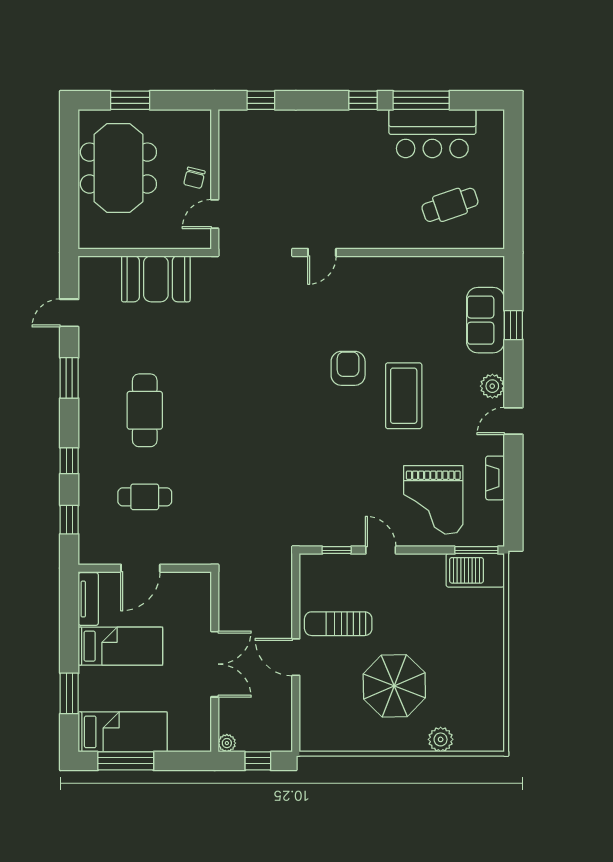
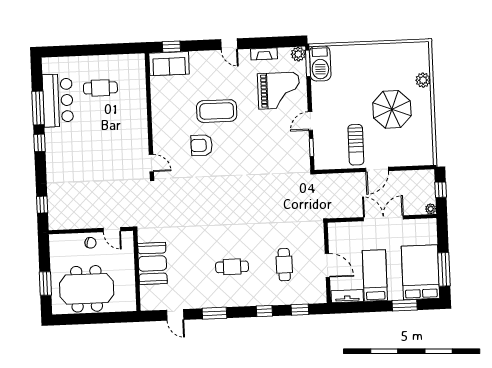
cafe table: (450, 205) -> (100, 88), turned -71
door: (322, 252) -> (151, 163), moved
wall: (402, 252) -> (149, 115), moved
plant: (492, 386) -> (298, 54), moved
cafe table: (145, 410) -> (232, 267), width x0.73, depth x0.74
bed: (123, 732) -> (421, 272), width x1.50

